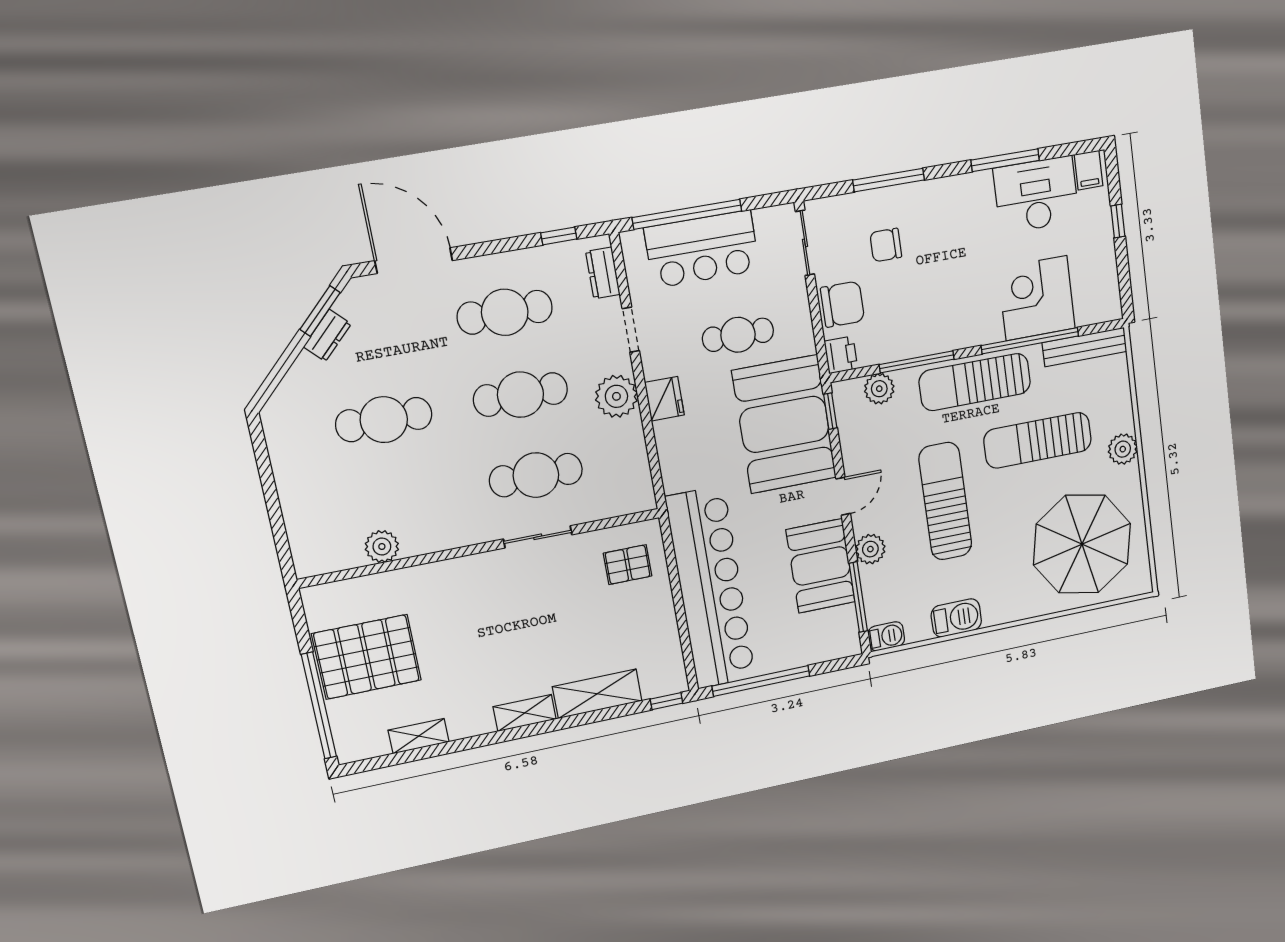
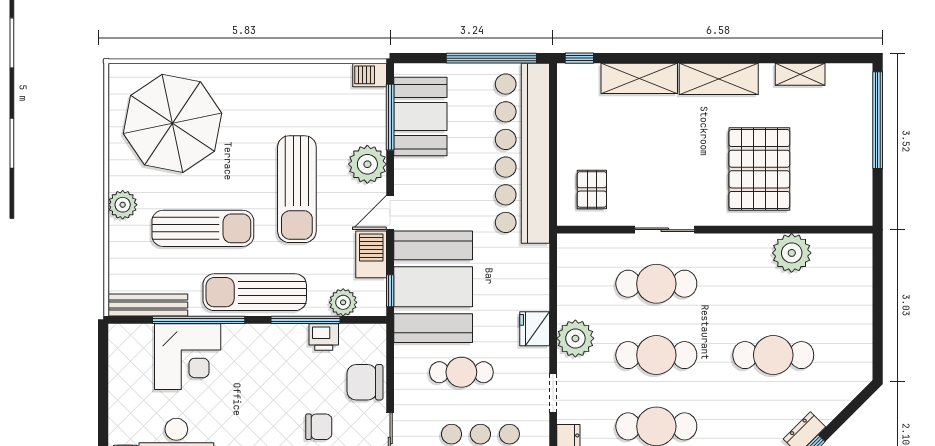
window: (1118, 221) -> (103, 412), removed
printer: (841, 355) -> (324, 337), moved, turned -90
sun lounger: (975, 382) -> (255, 292), turned 180
plant: (382, 547) -> (792, 253), width x1.36, depth x1.36
plant: (870, 549) -> (367, 164), width x1.36, depth x1.36
pallet: (628, 565) -> (592, 189), turned 90
booth: (821, 566) -> (420, 116), moved
barbecue: (956, 618) -> (371, 254), moved, turned 90
pallet: (367, 657) -> (759, 169), moved, turned 90
shelving: (525, 713) -> (719, 79), width x1.50, depth x1.33

